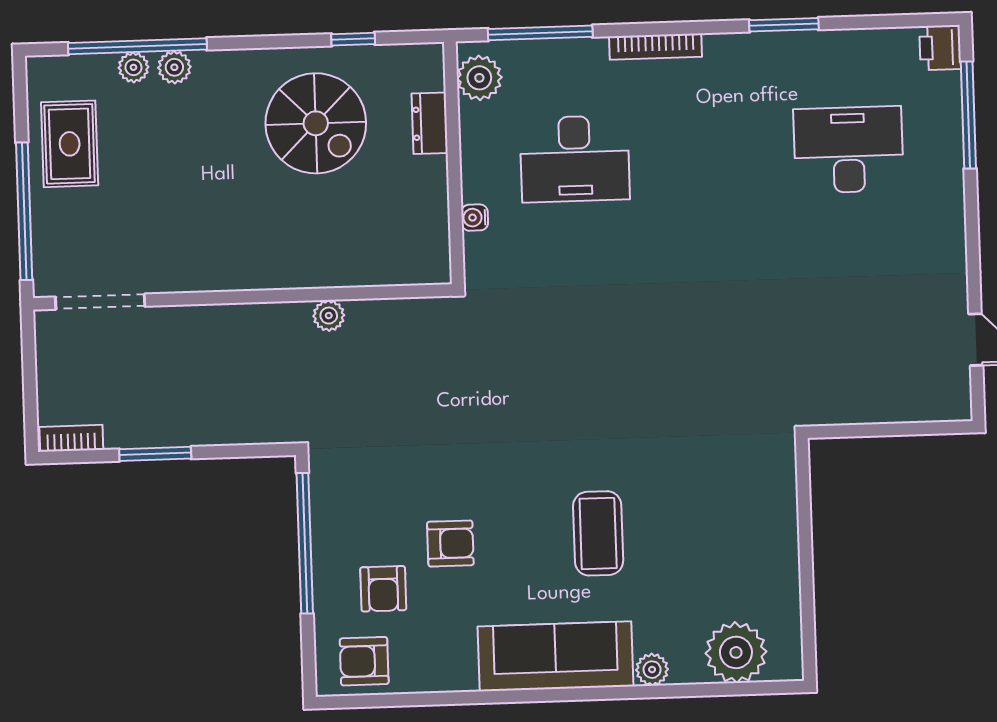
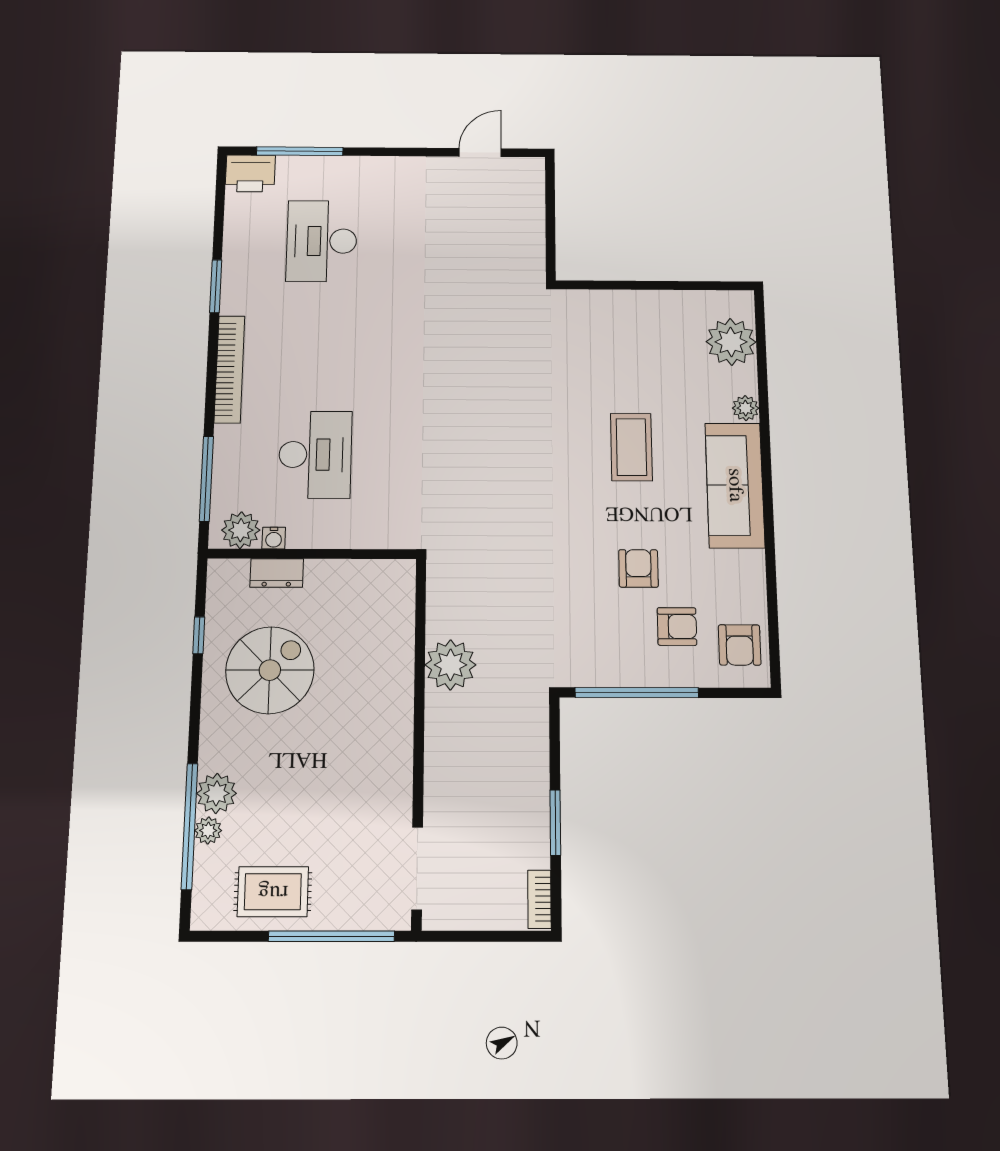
bookcase: (656, 47) -> (229, 369), width x1.48, depth x1.31
printer: (940, 48) -> (250, 173), width x1.36, depth x1.24
plant: (174, 67) -> (217, 793), width x1.38, depth x1.38
water cooler: (475, 218) -> (274, 538), moved
plant: (329, 316) -> (450, 665), width x1.87, depth x1.87
coffee table: (598, 533) -> (631, 447), turned 90

